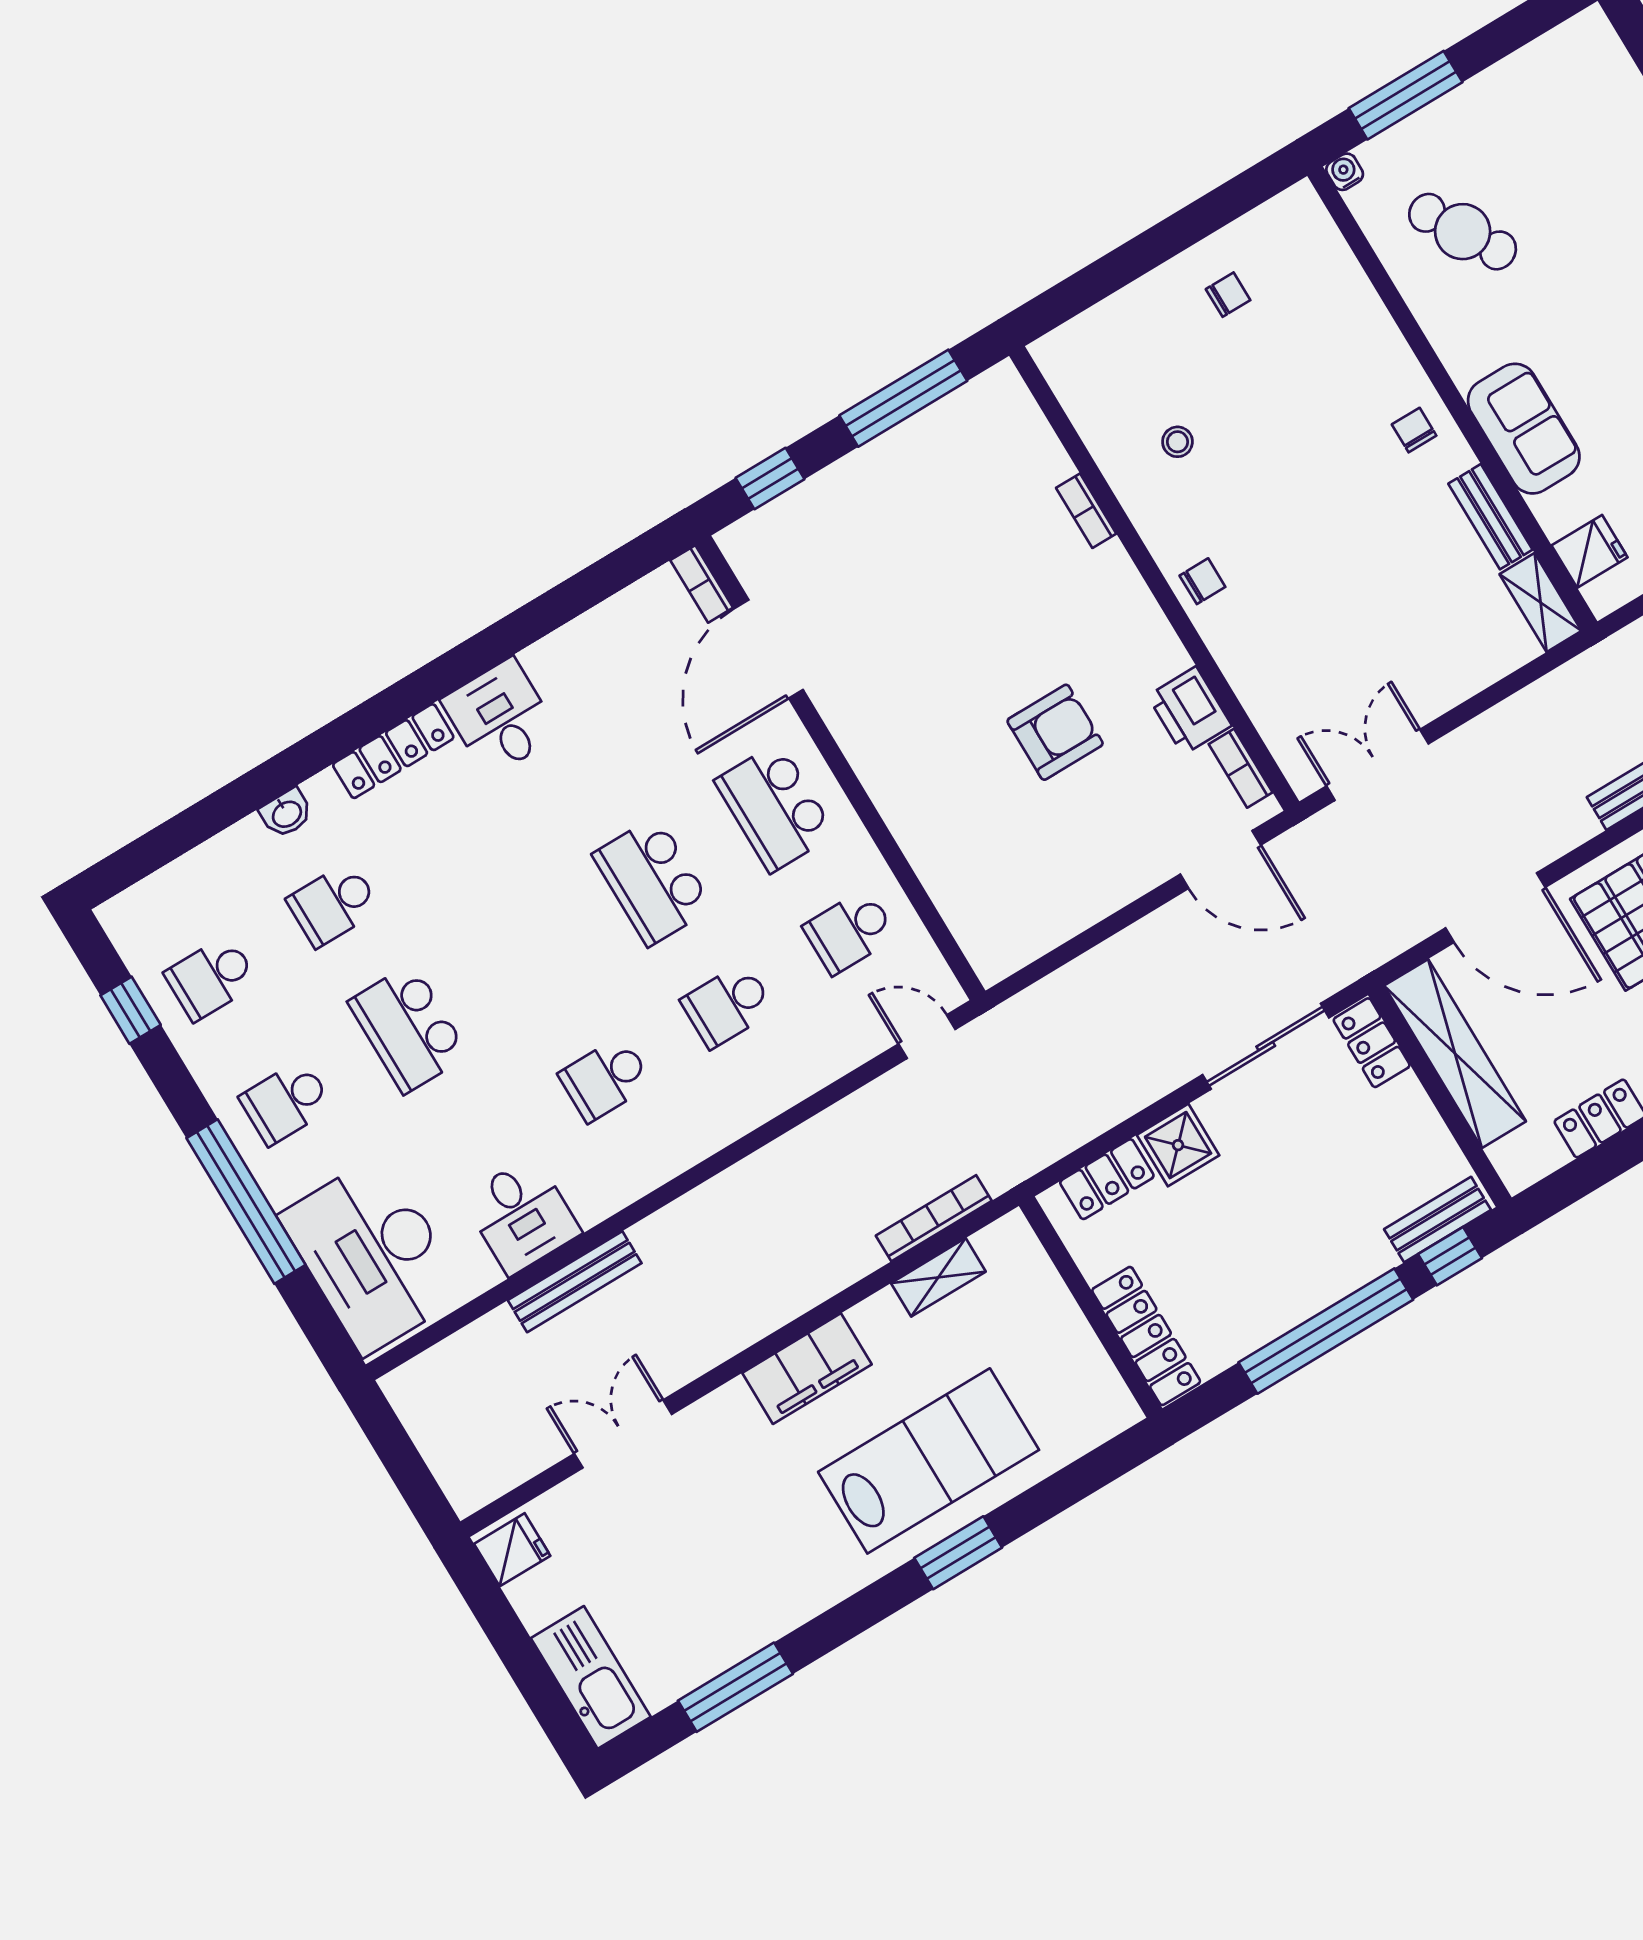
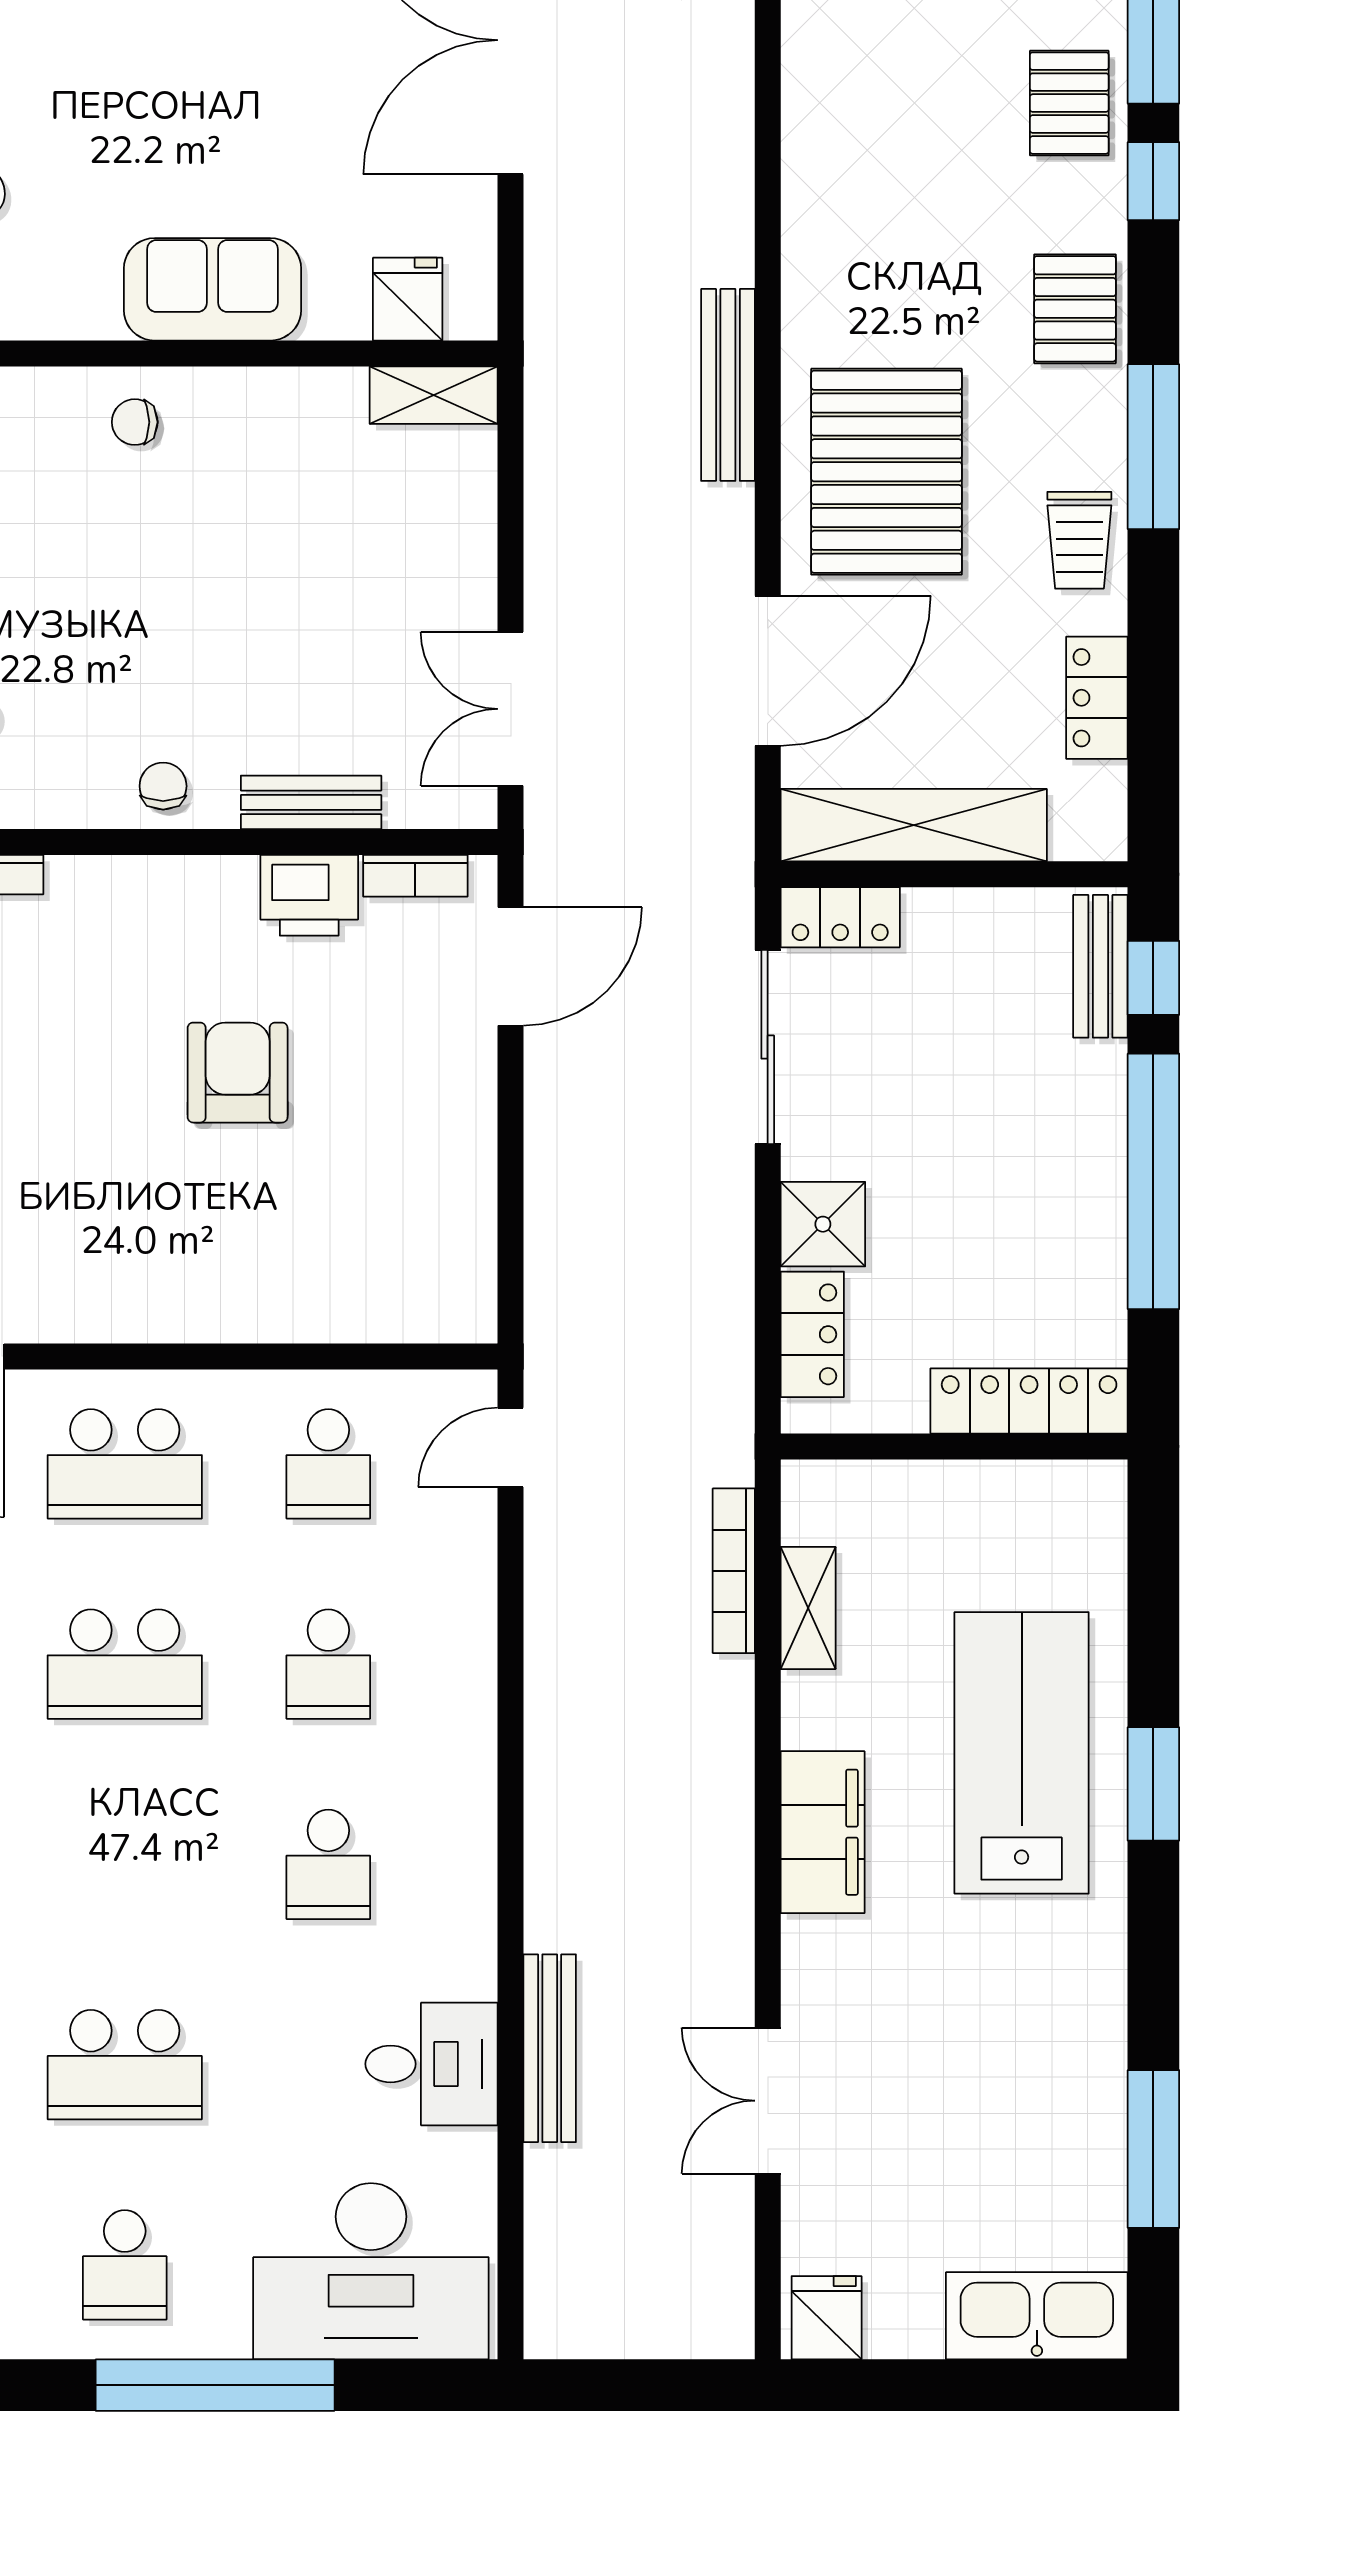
bench: (1490, 517) -> (311, 802), moved

